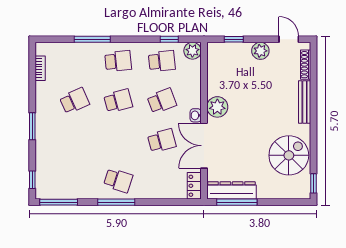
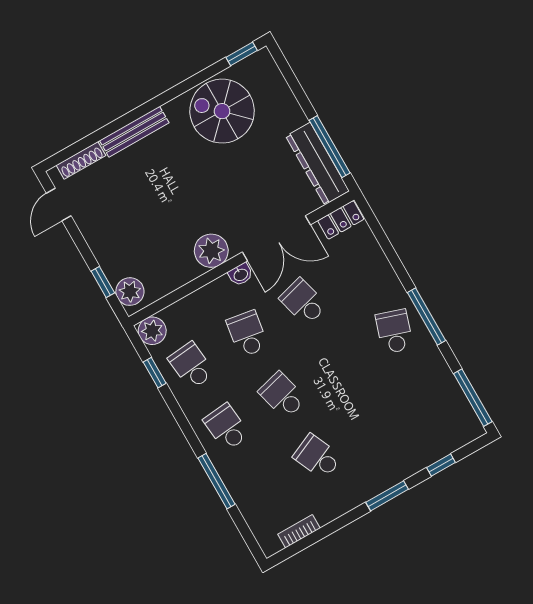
plant: (260, 51) -> (130, 292), moved
school desk: (162, 101) -> (247, 334), turned 30
window: (32, 180) -> (441, 465), moved

